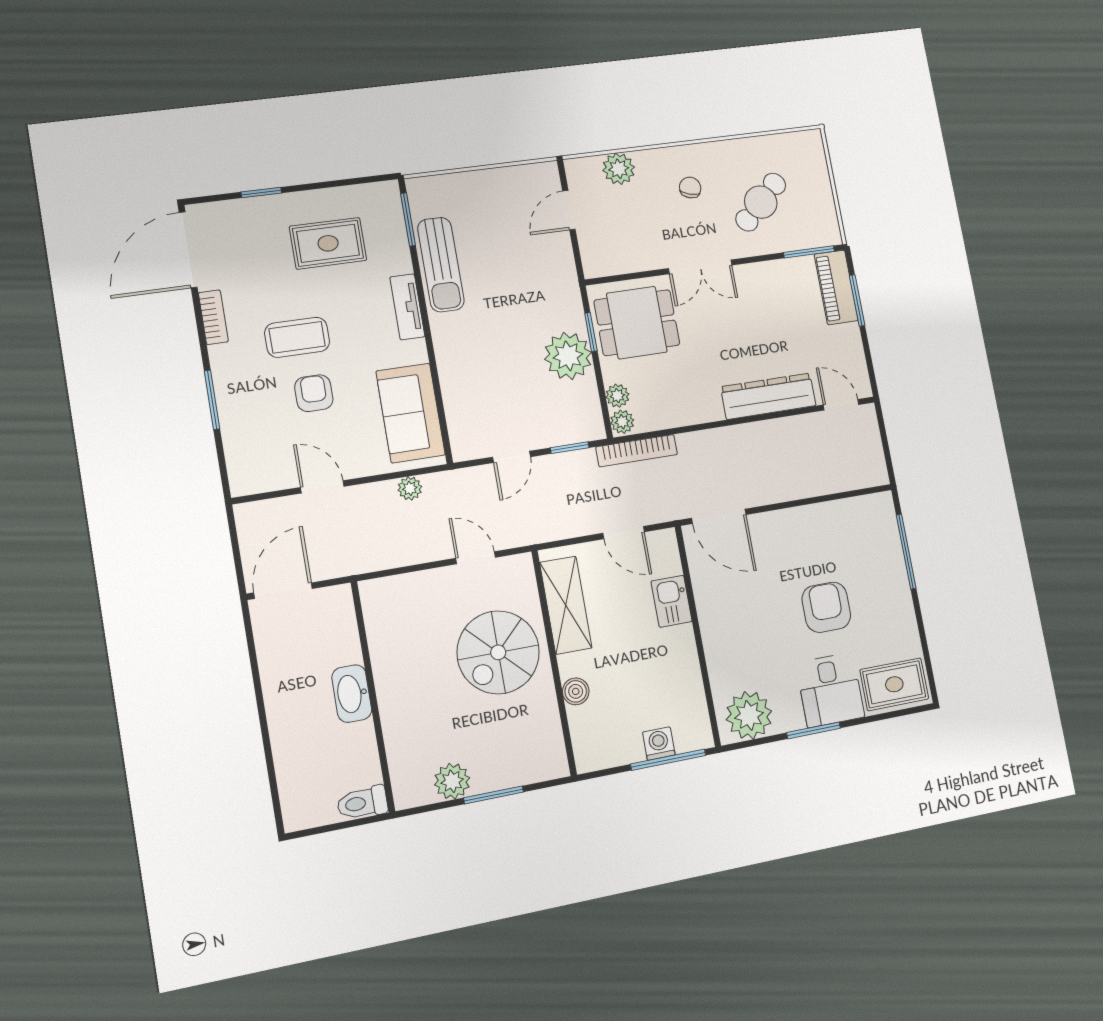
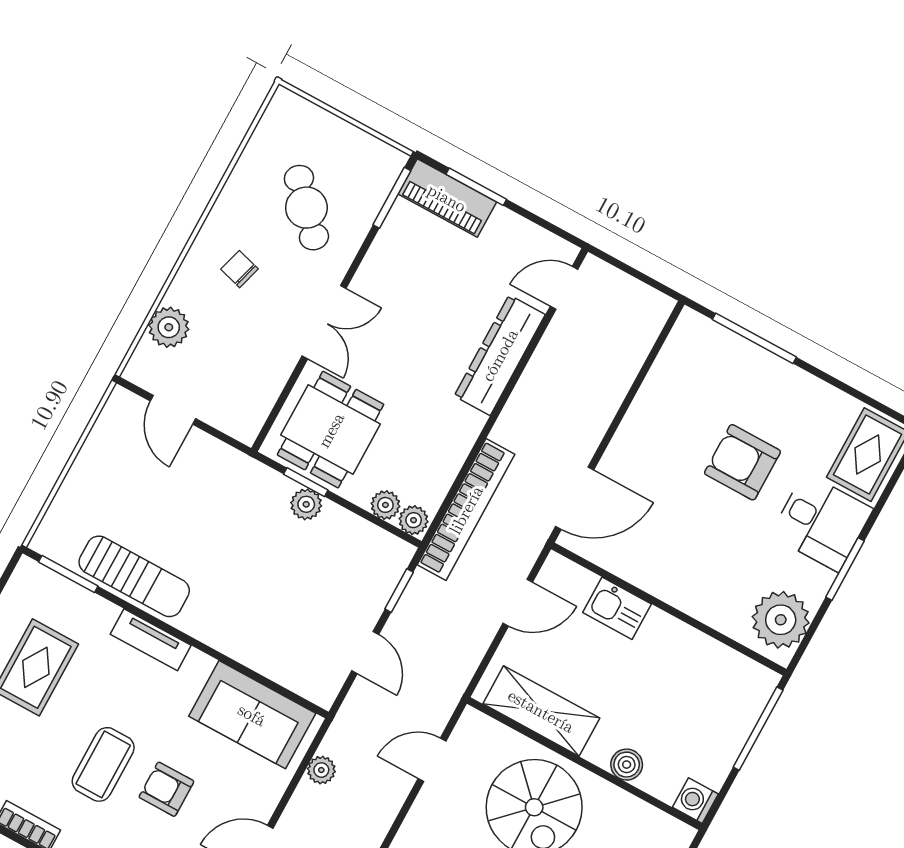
plant: (568, 356) -> (306, 504), width x0.53, depth x0.53
bookcase: (637, 451) -> (466, 510), width x1.48, depth x1.31
washing machine: (659, 743) -> (695, 801), moved

